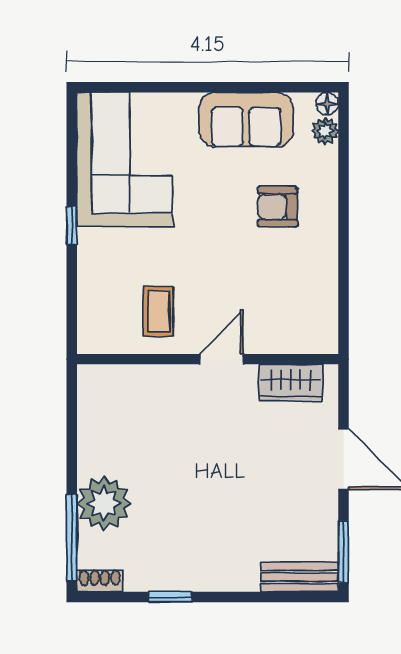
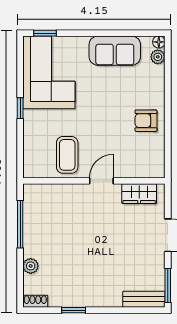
window: (118, 87) -> (45, 33), added
armchair: (277, 207) -> (146, 121), moved
coffee table: (159, 311) -> (67, 155), width x1.36, depth x1.30
plant: (104, 503) -> (31, 266), width x0.53, depth x0.53
window: (72, 537) -> (20, 224), moved

